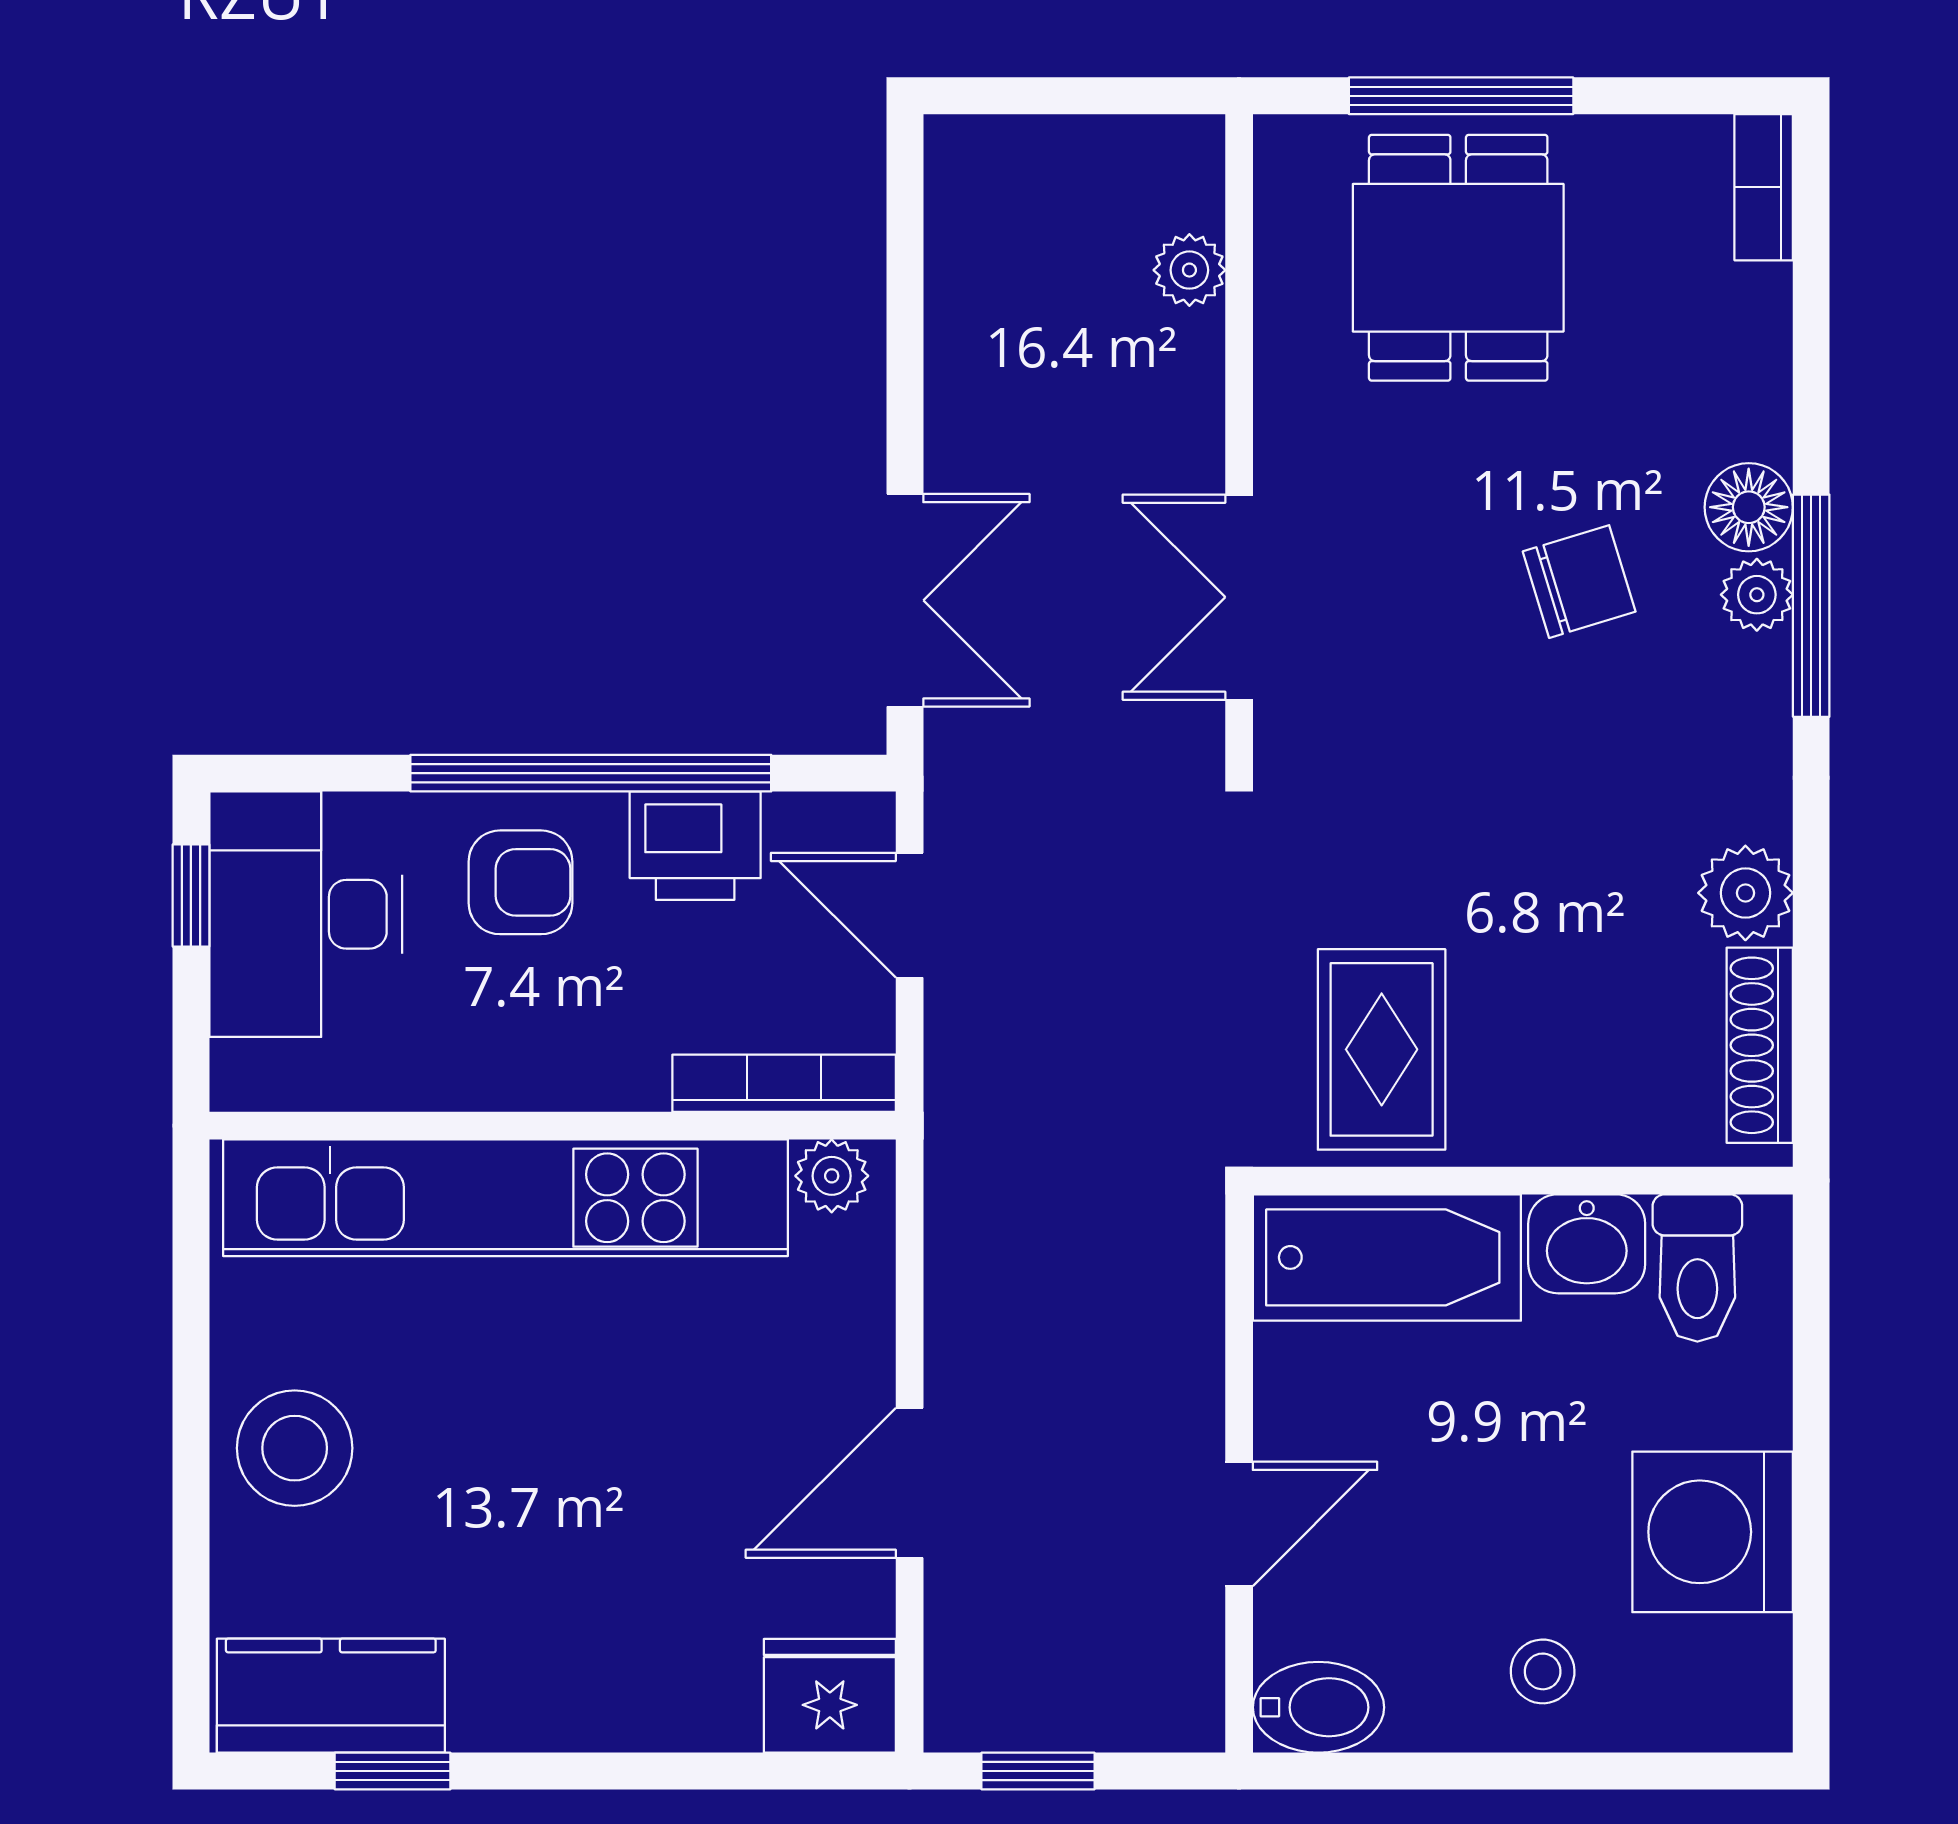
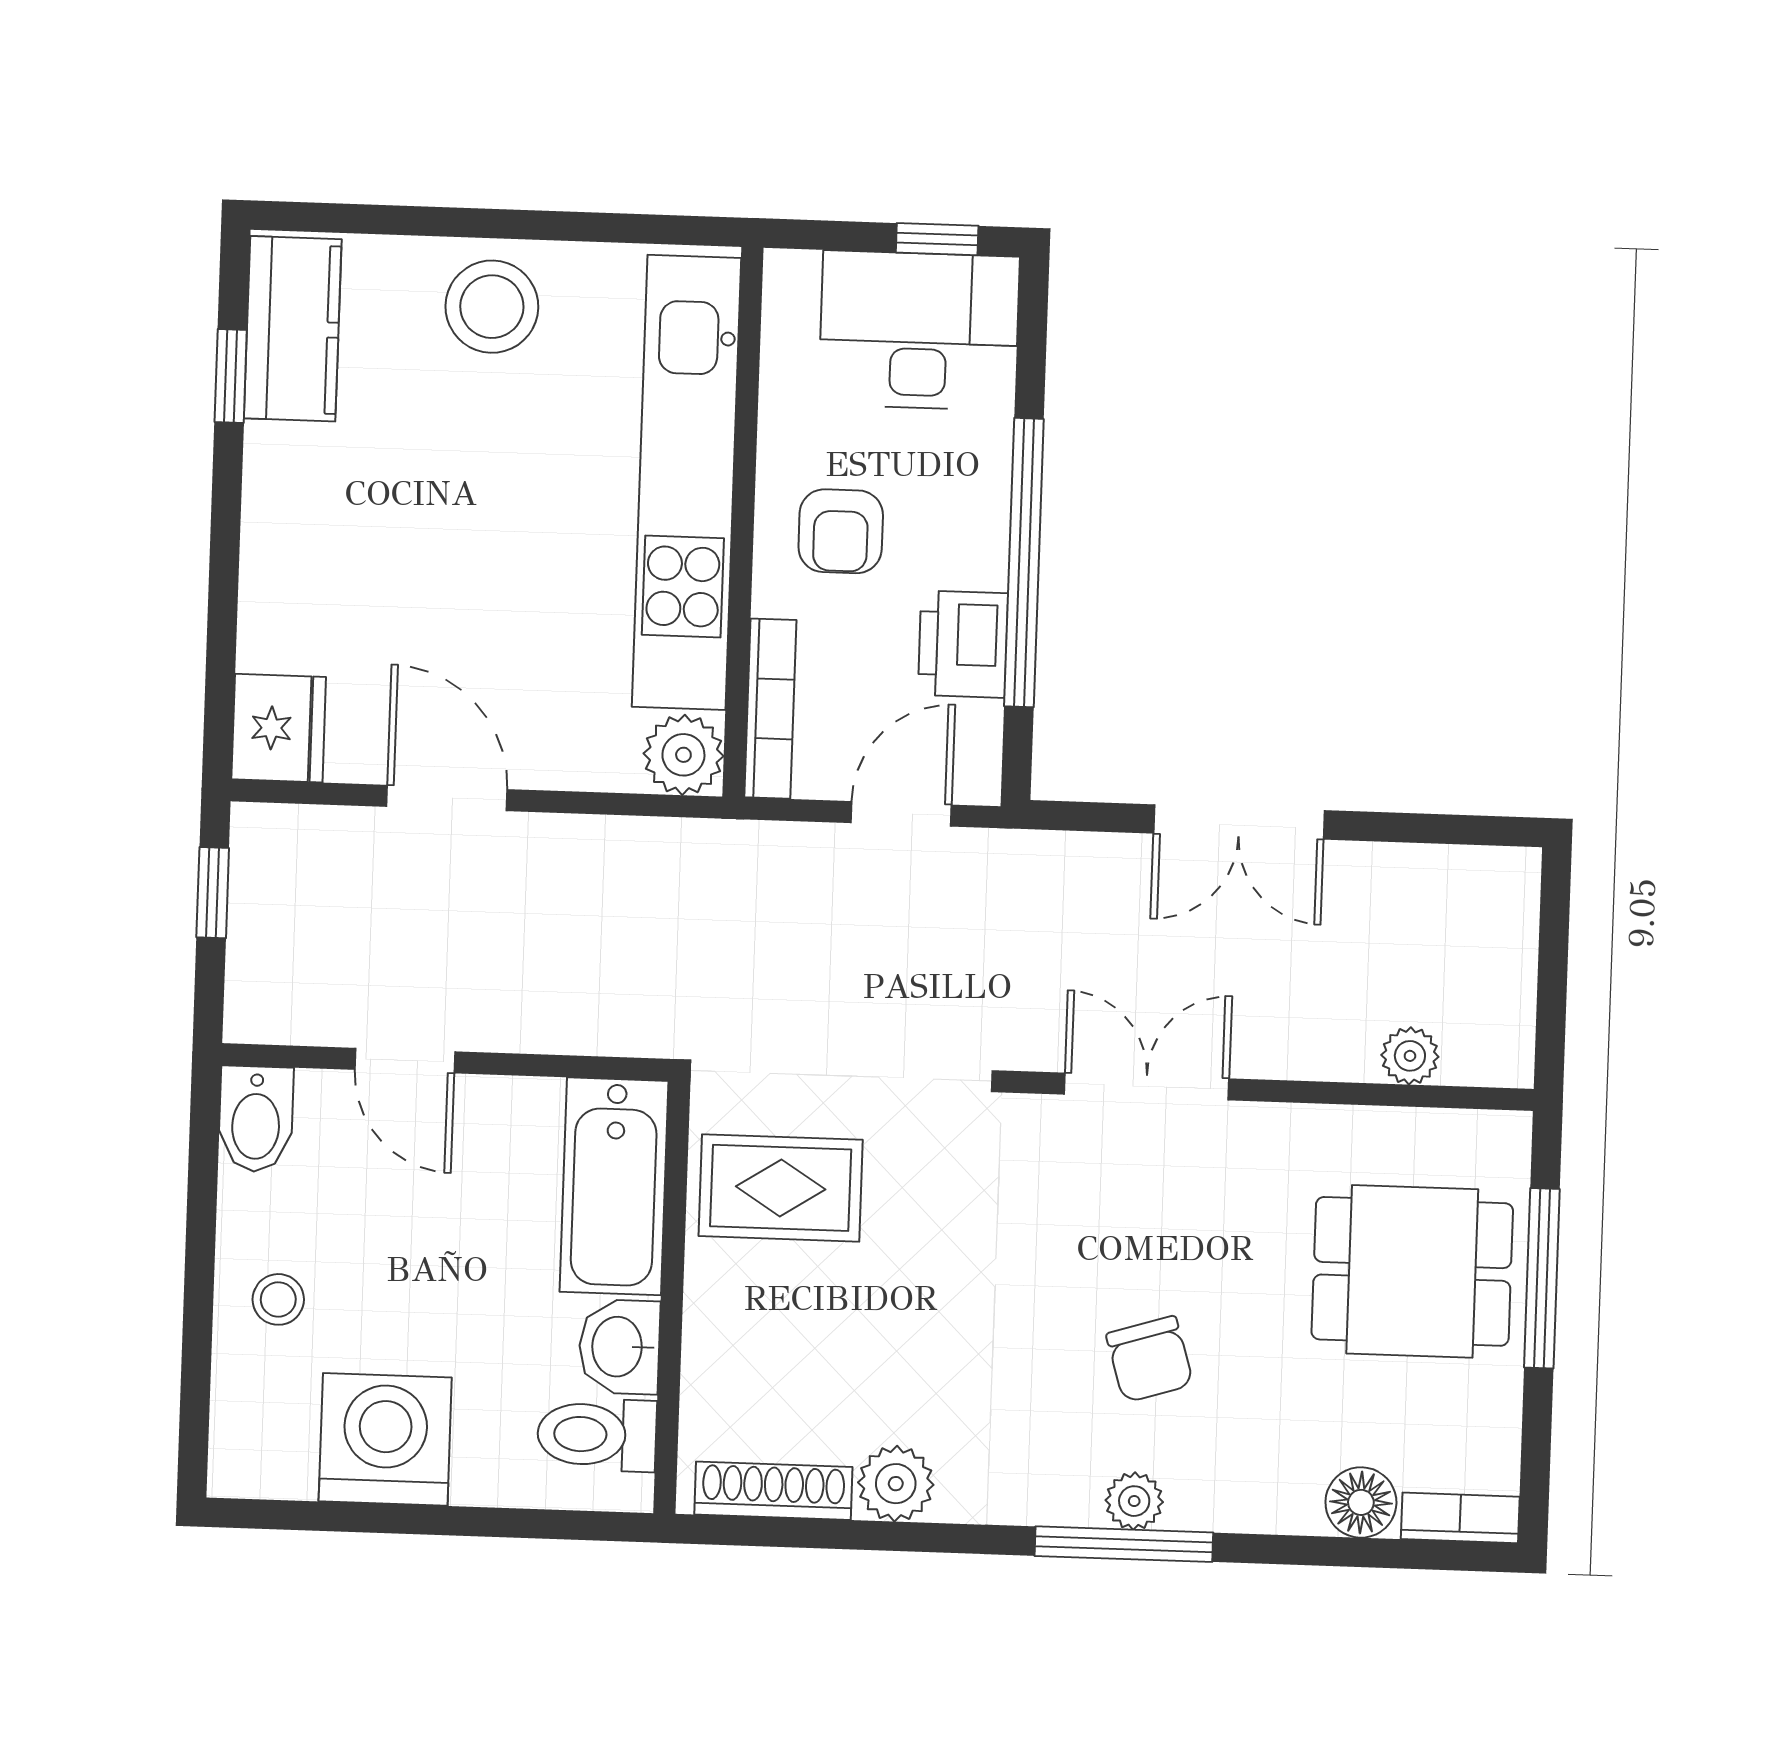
floor lamp: (1749, 507) -> (1361, 1502), moved
double door: (905, 600) -> (1239, 822), moved
armchair: (521, 882) -> (841, 531), moved
plant: (832, 1176) -> (683, 755), width x1.38, depth x1.38

